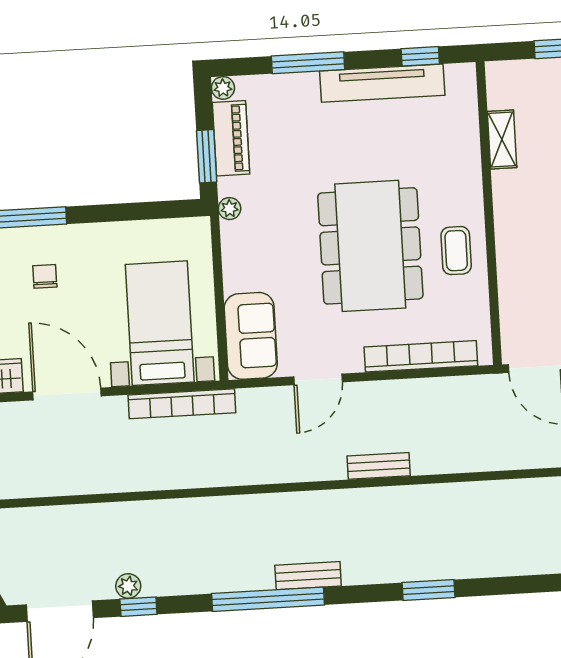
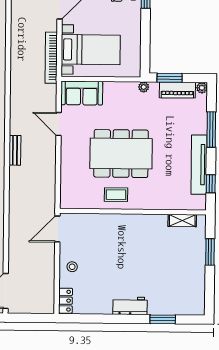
shelving: (502, 139) -> (182, 221), moved
bookcase: (421, 356) -> (66, 174), removed

